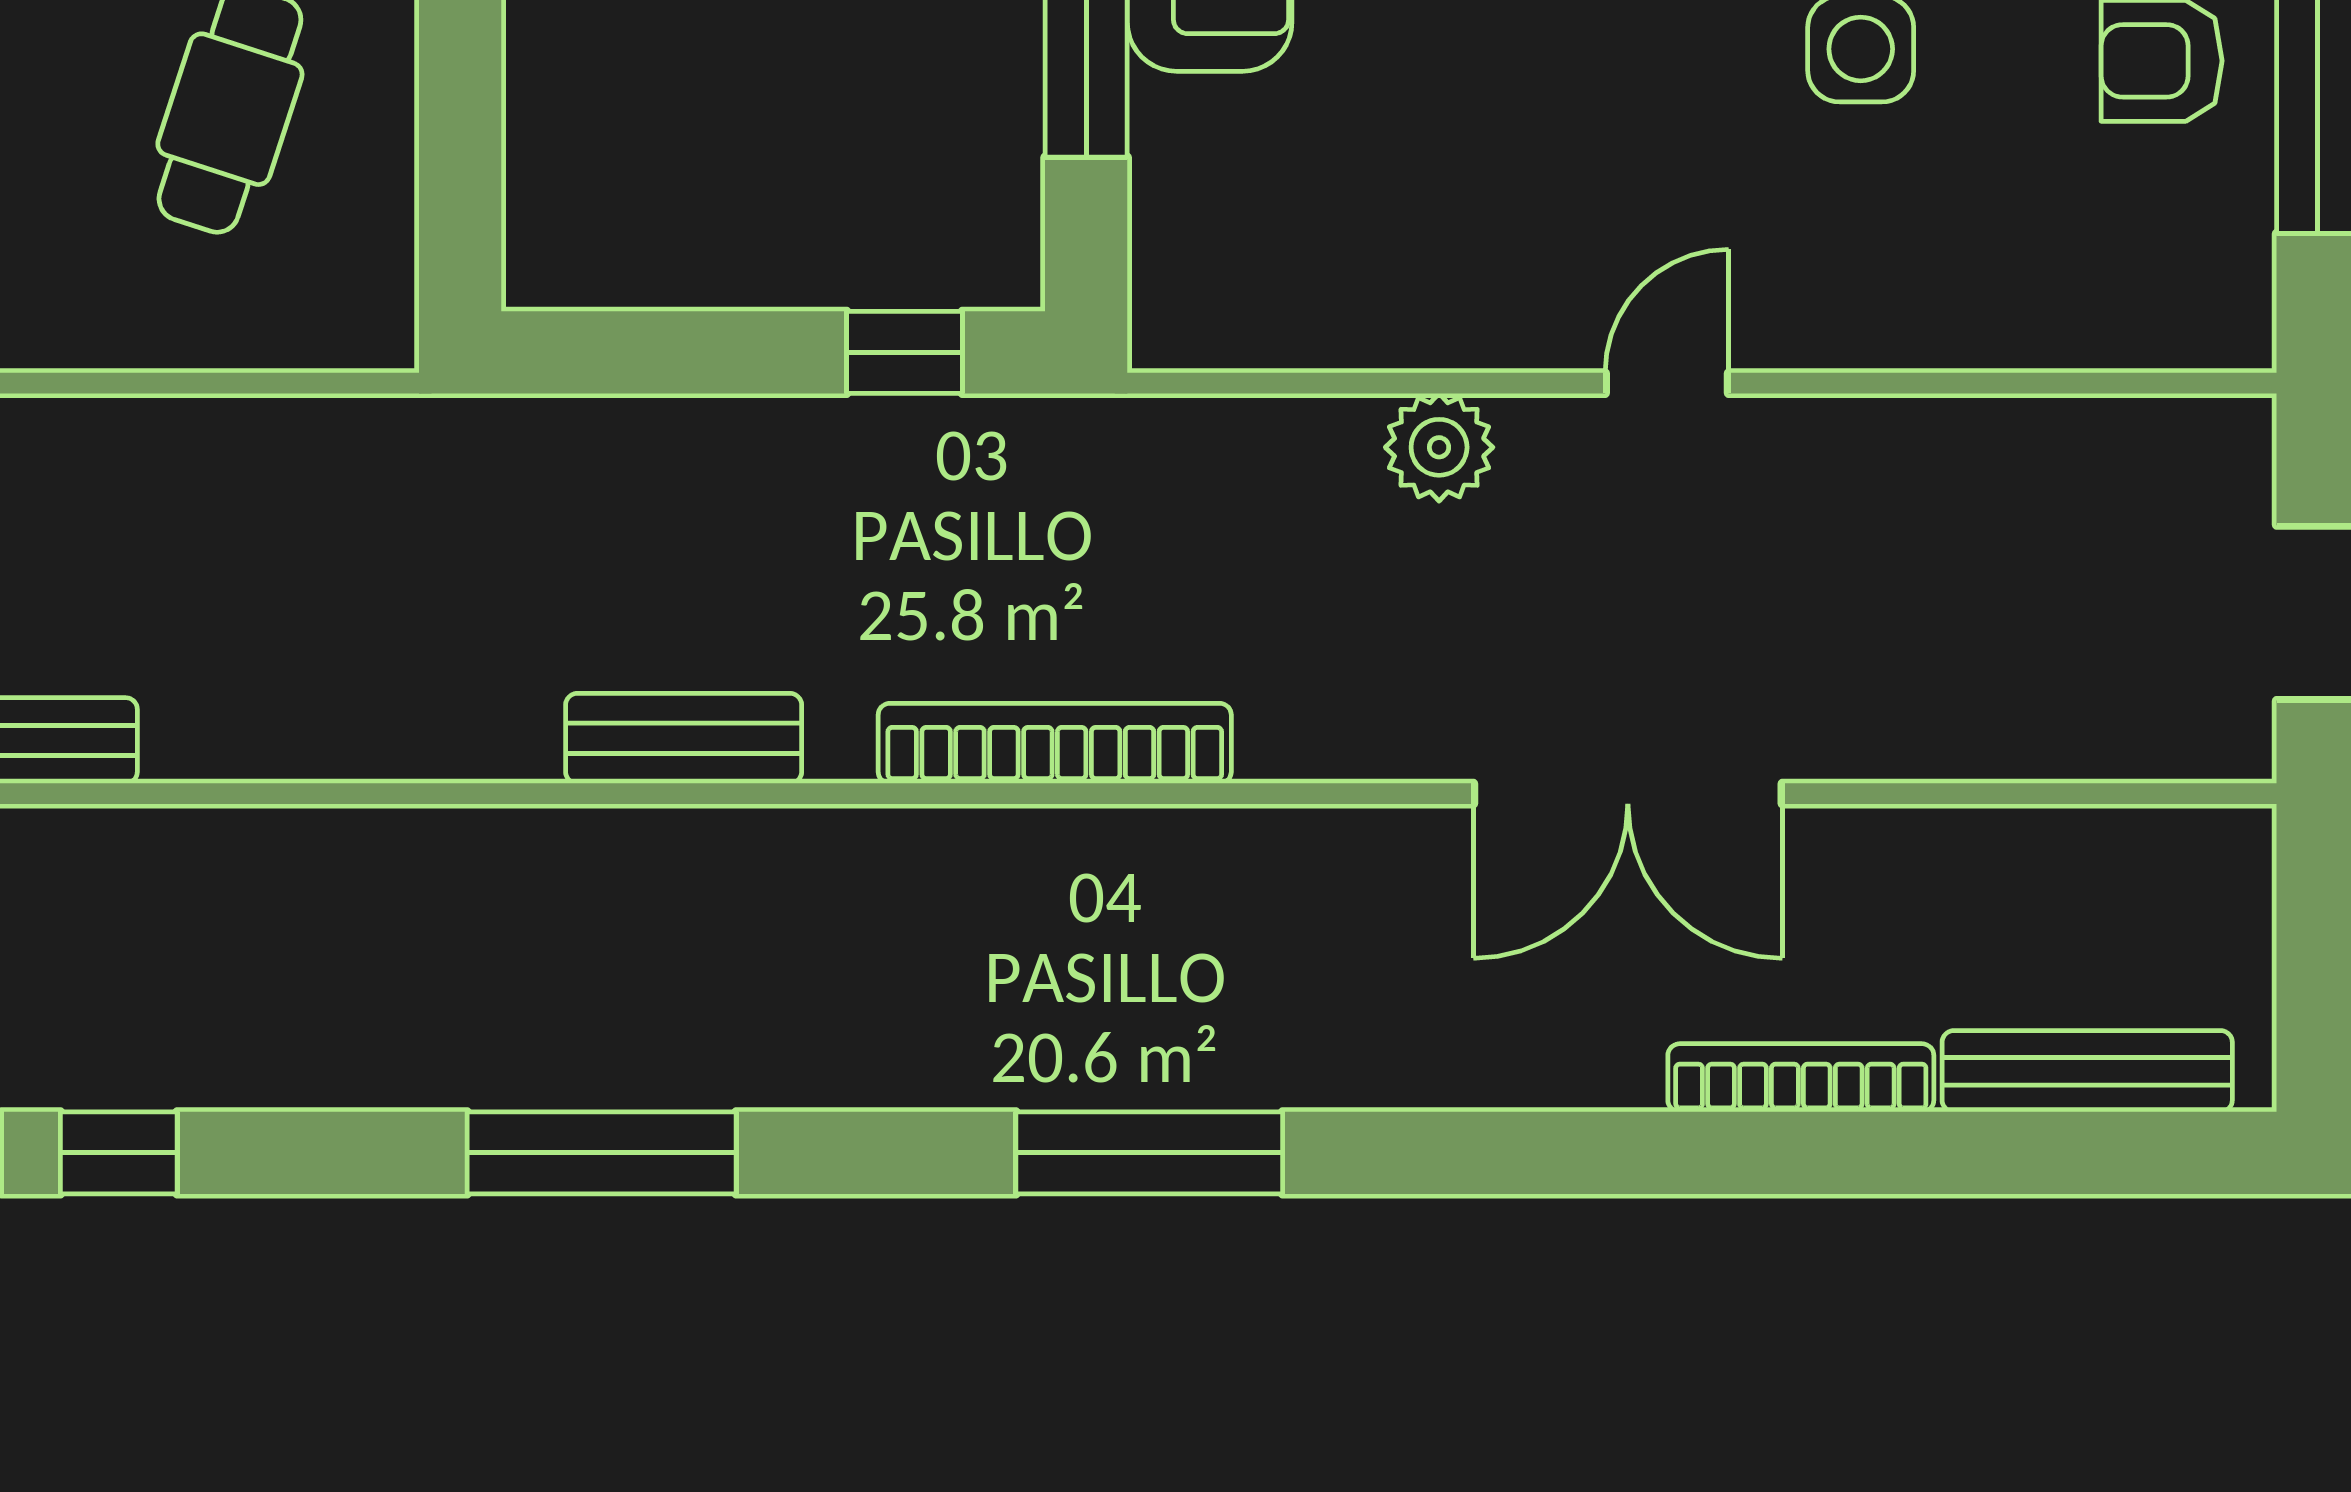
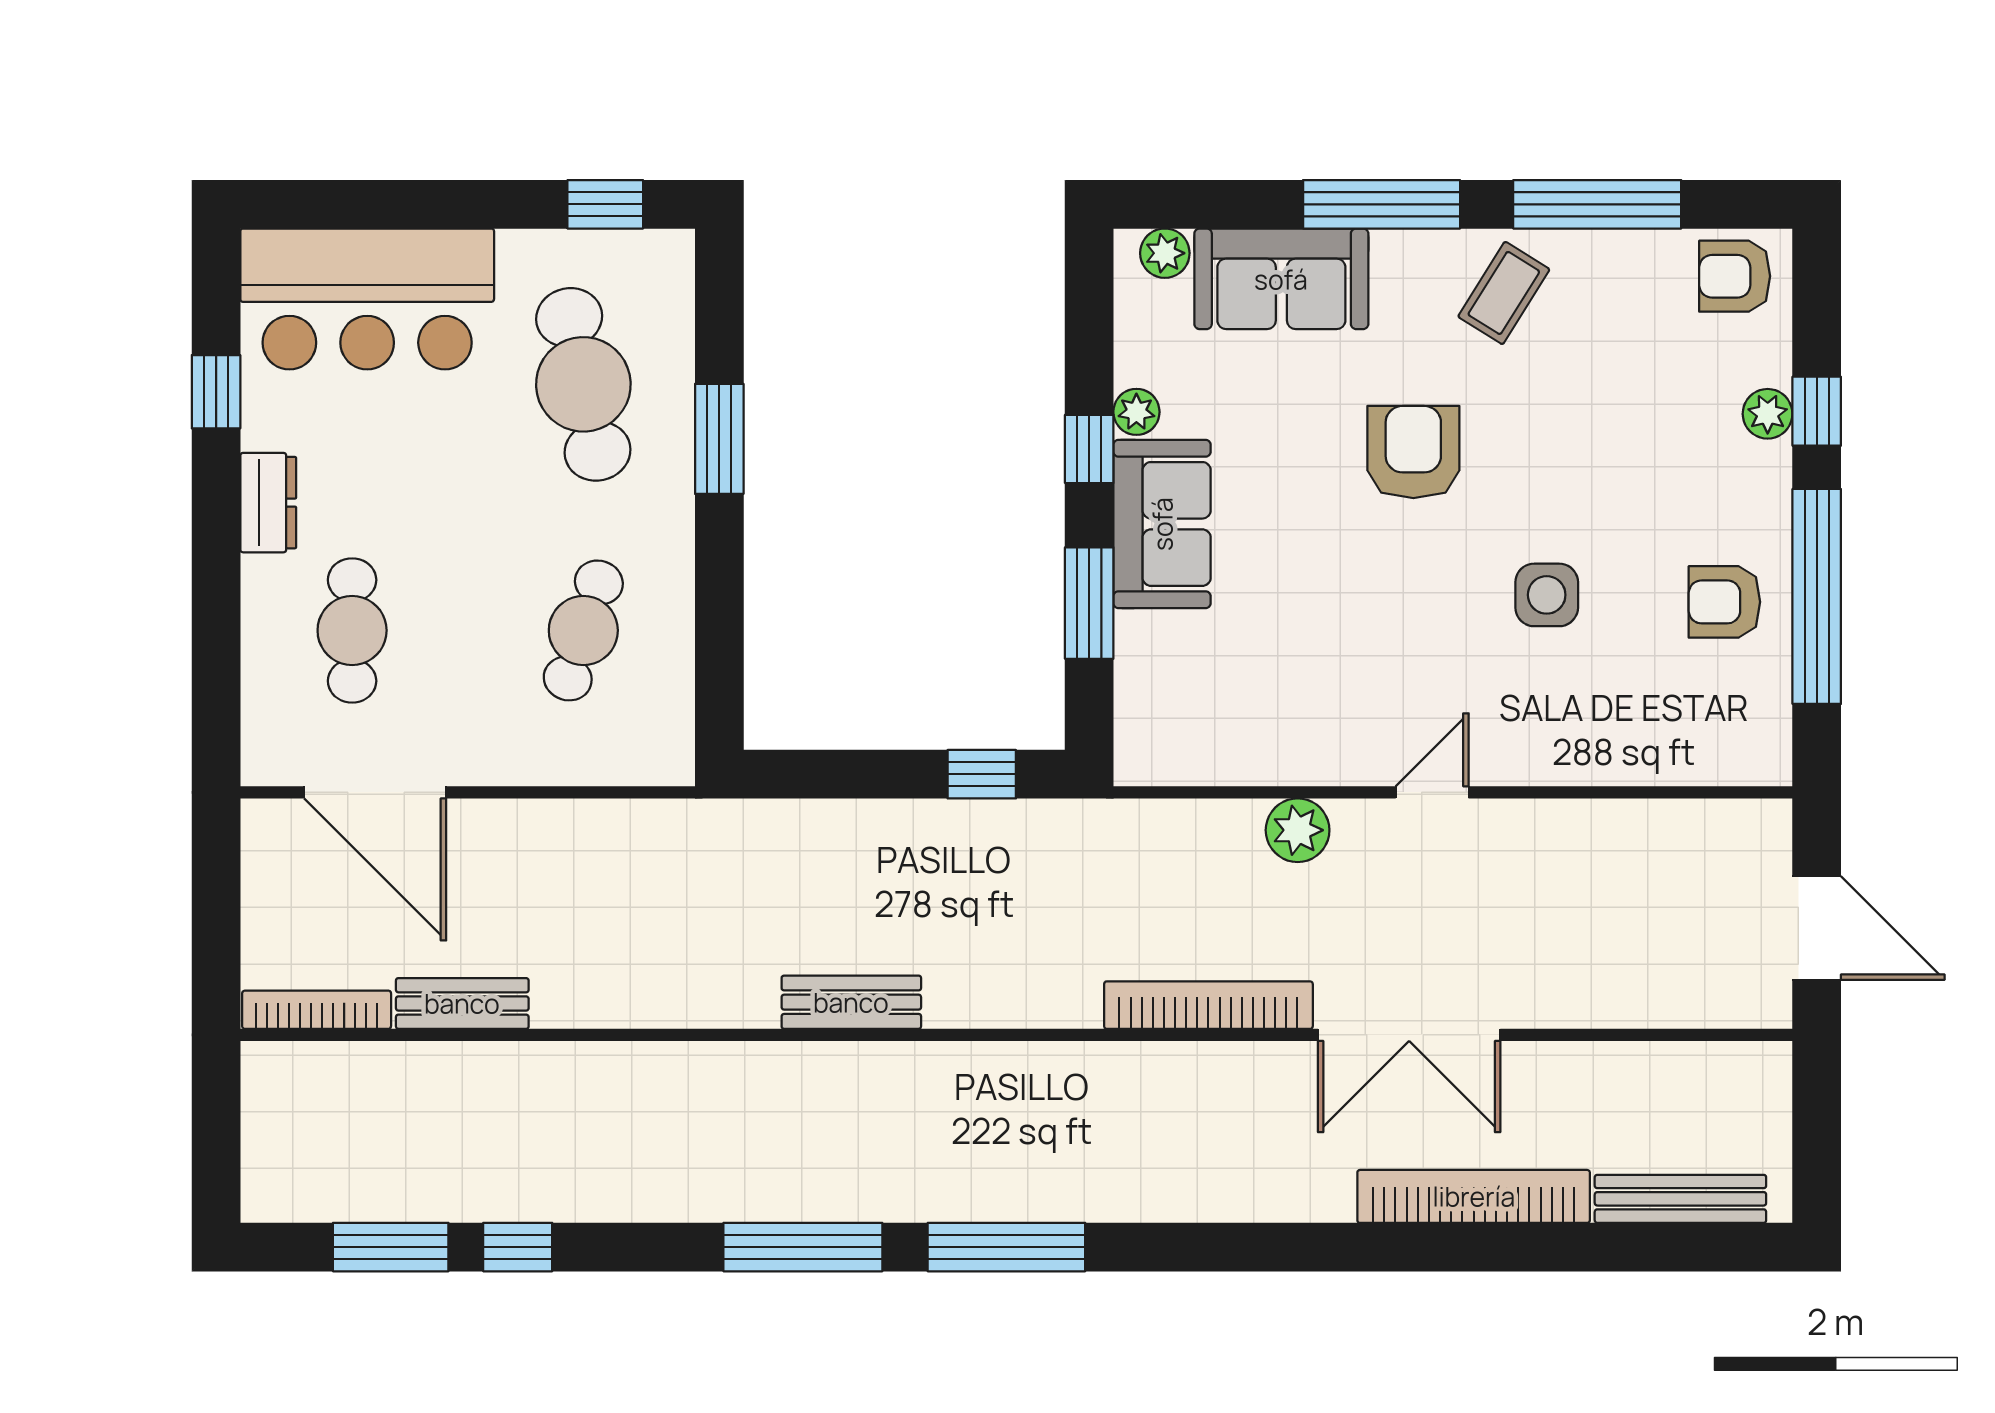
bookcase: (1055, 743) -> (1208, 1005), moved
bookcase: (1801, 1078) -> (1474, 1196), width x1.48, depth x1.31
window: (1149, 1153) -> (1006, 1247), moved

